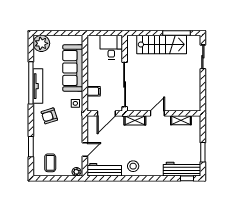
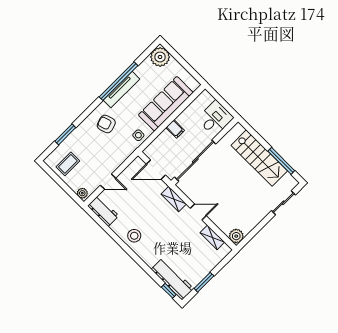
filing cabinet: (94, 91) -> (175, 129), moved
plant: (195, 105) -> (236, 236), added
workbench: (104, 170) -> (103, 211), width x0.73

